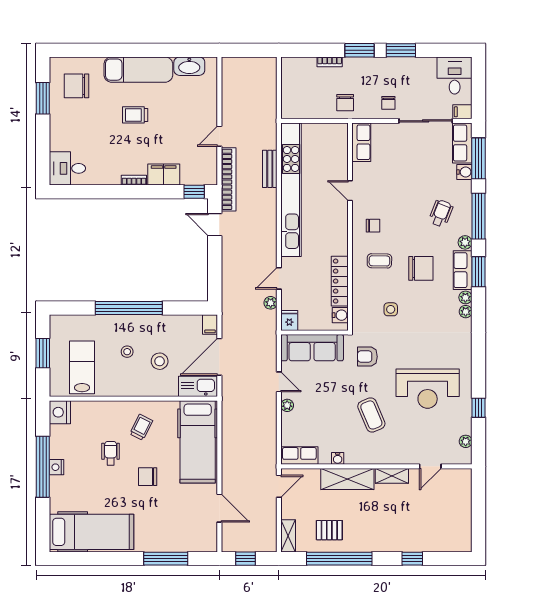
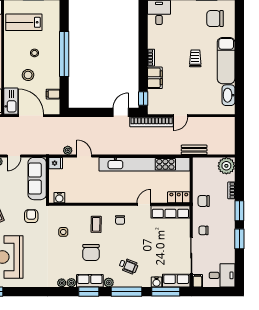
plant: (293, 69) -> (226, 166), added
chair: (76, 86) -> (215, 19), turned -90
door: (219, 136) -> (181, 116), swing flipped
row of seats: (361, 142) -> (170, 212), width x1.48
bench: (270, 169) -> (194, 150), moved
locker: (340, 281) -> (179, 197), moved, width x0.66
filing cabinet: (210, 324) -> (53, 94), moved
lab bench: (82, 367) -> (24, 22), turned 180

